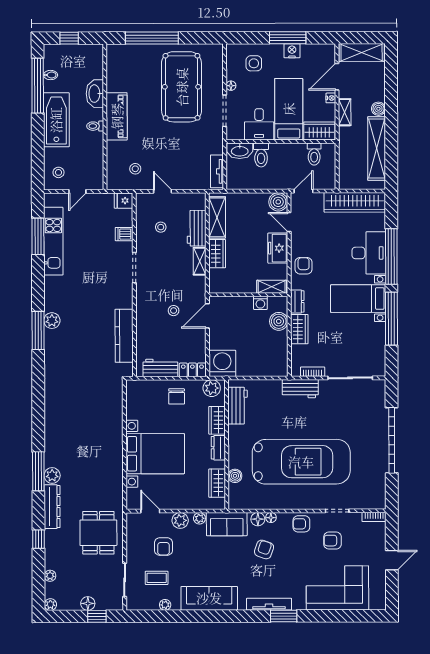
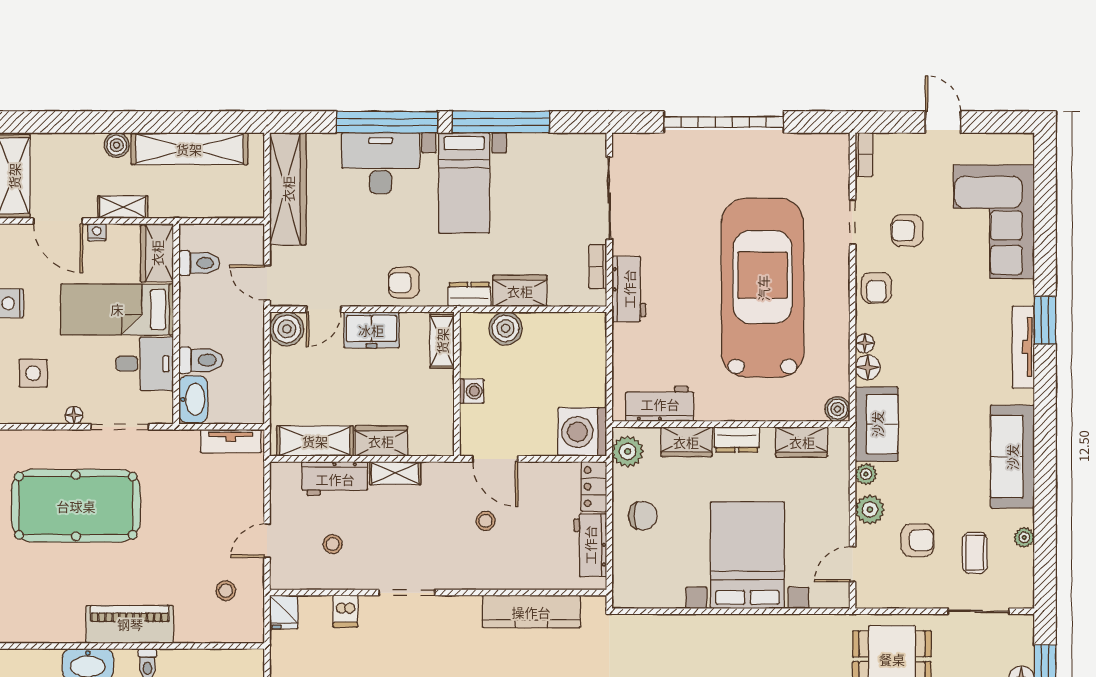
washing machine: (260, 303) -> (472, 391), moved
boiler: (235, 476) -> (837, 409), moved
armchair: (333, 541) -> (907, 231), turned 90
armchair: (264, 549) -> (923, 356), removed

